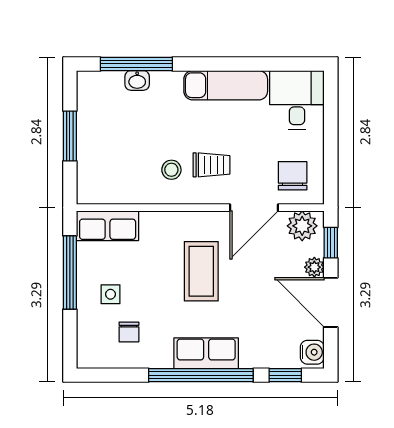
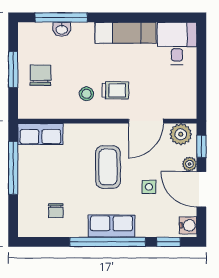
chair: (293, 176) -> (41, 75), moved
side table: (110, 294) -> (149, 187), moved

